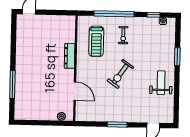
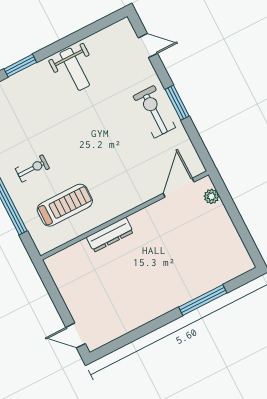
exercise bike: (120, 74) -> (154, 112), moved, turned -125
weight bench: (161, 83) -> (75, 69), turned -90
door: (75, 91) -> (179, 188), moved

